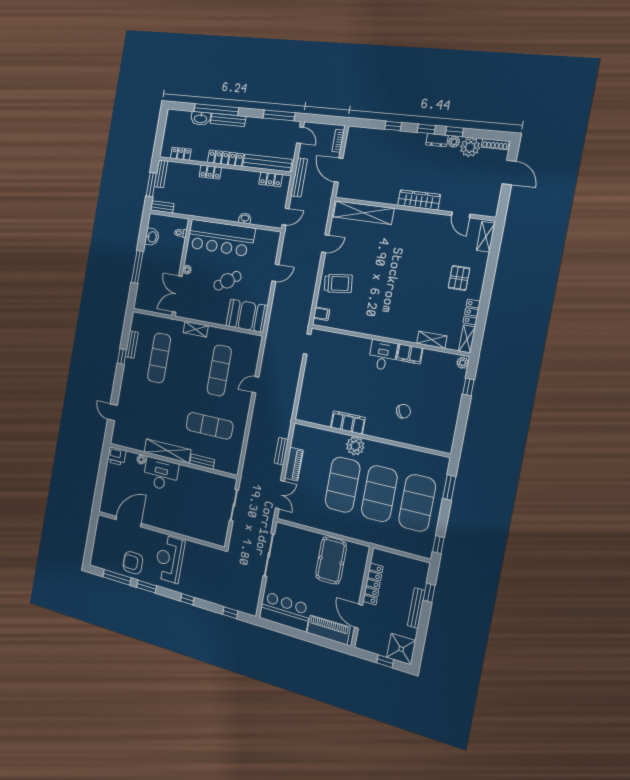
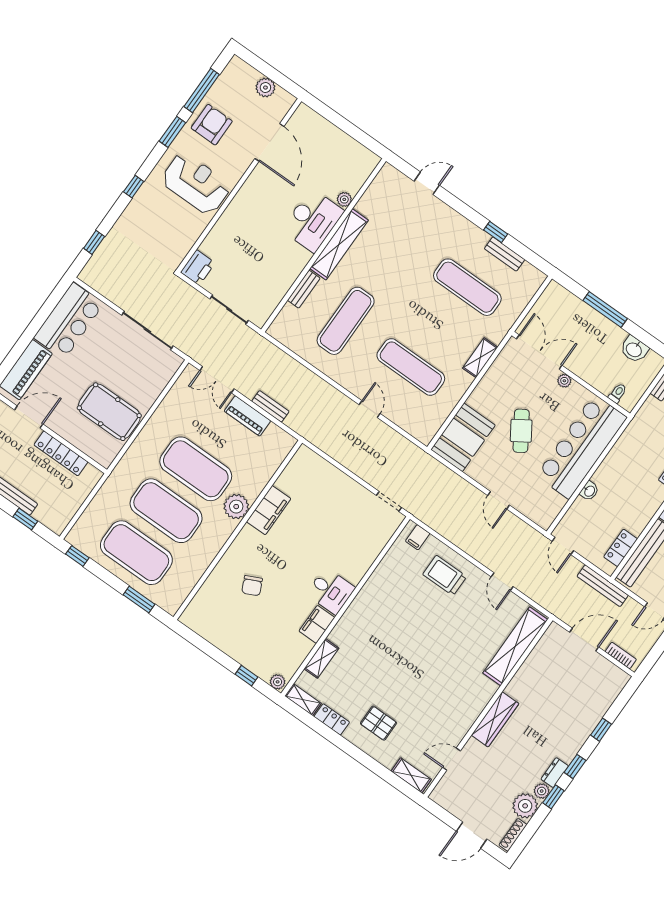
trolley: (338, 283) -> (445, 575), turned 97
printer: (117, 456) -> (198, 267), moved, turned 180
plant: (100, 537) -> (265, 88), added

